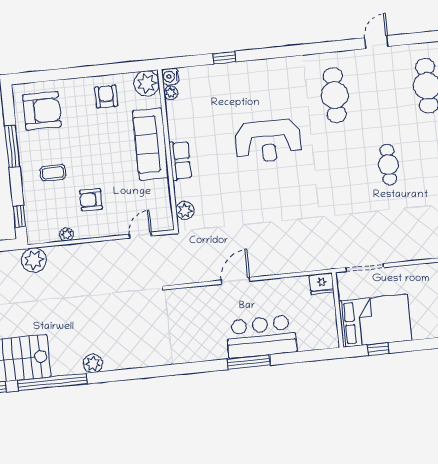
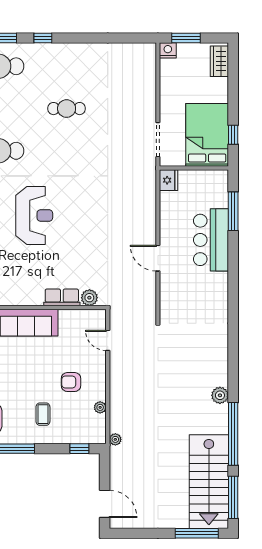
row of seats: (180, 161) -> (62, 297), moved
armchair: (91, 200) -> (71, 382), turned 90
plant: (34, 260) -> (115, 439), width x0.53, depth x0.53
window: (249, 362) -> (233, 211), moved

